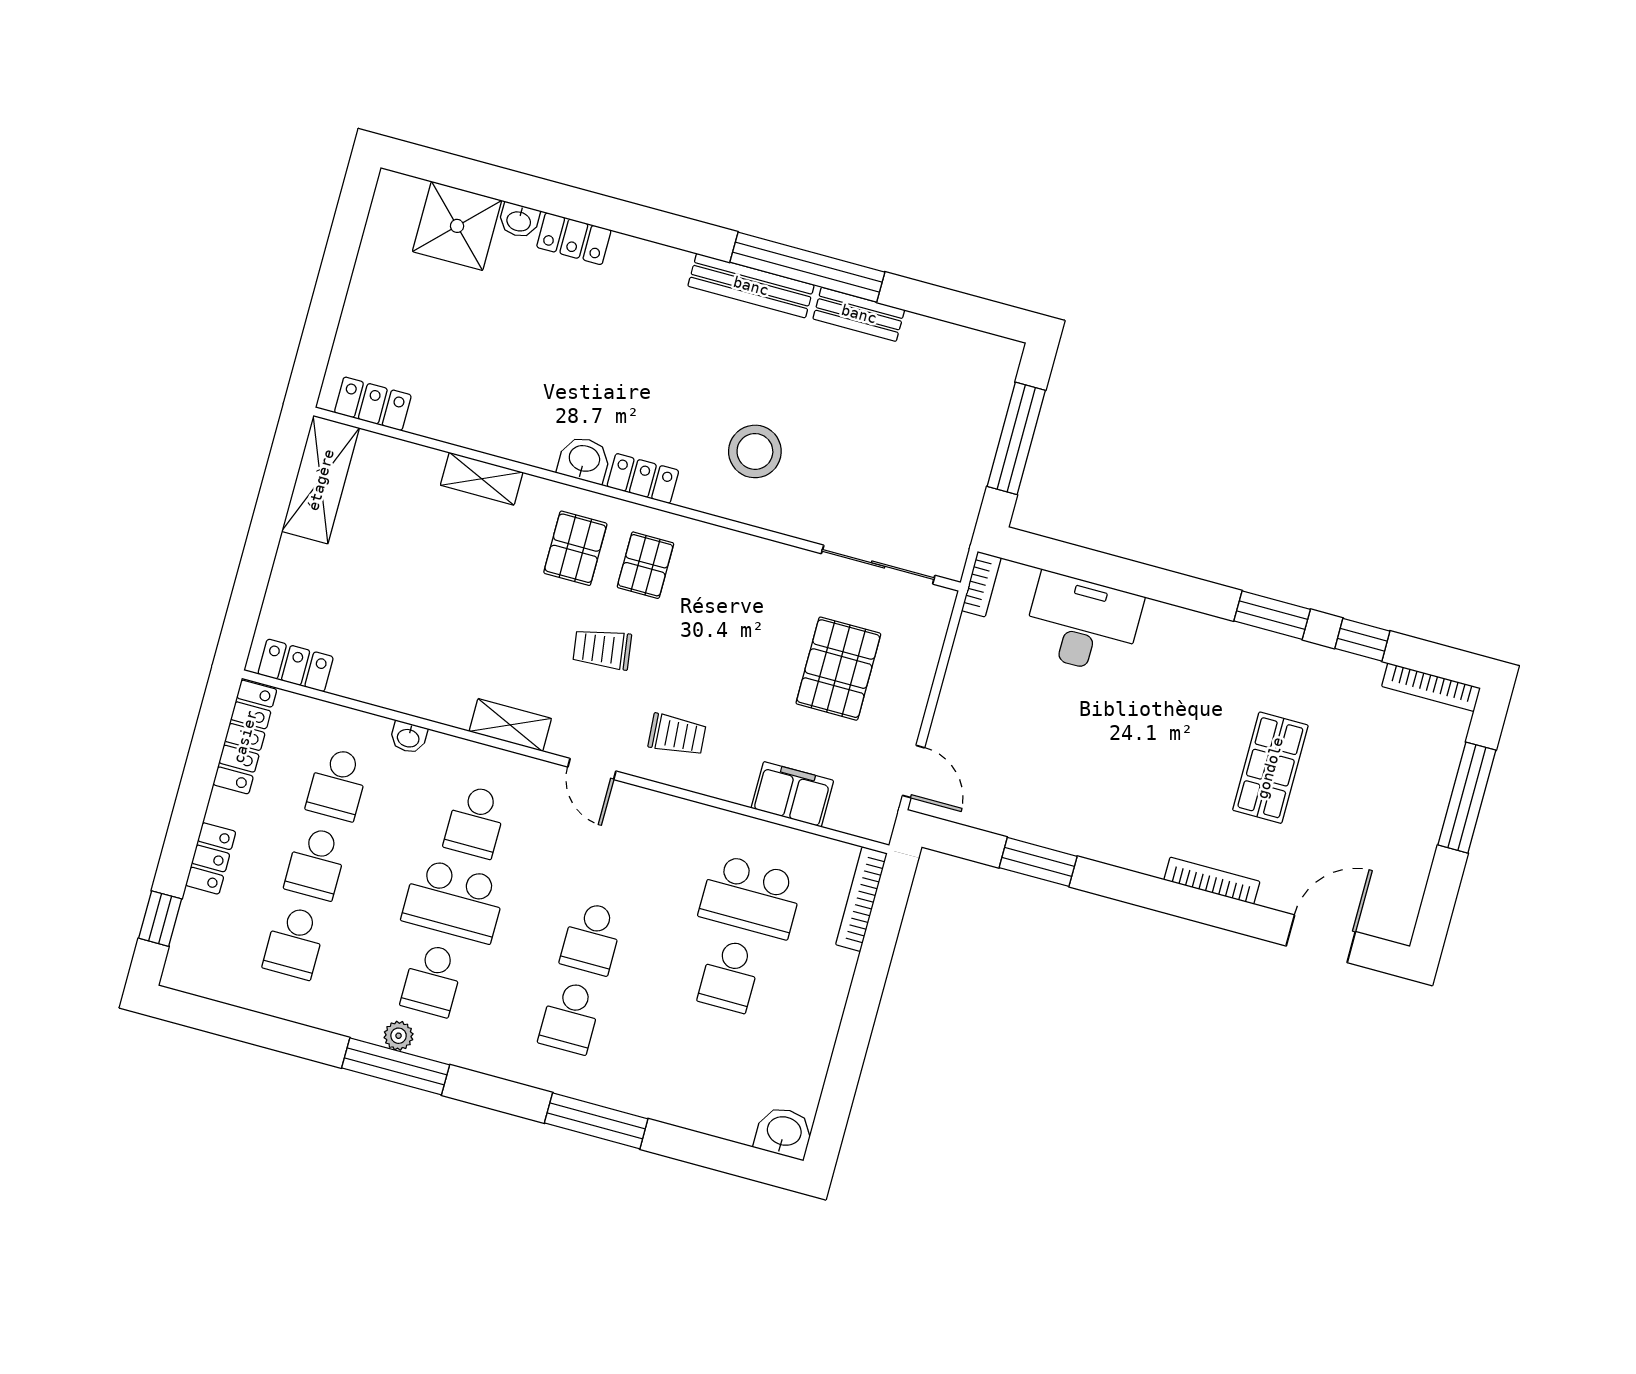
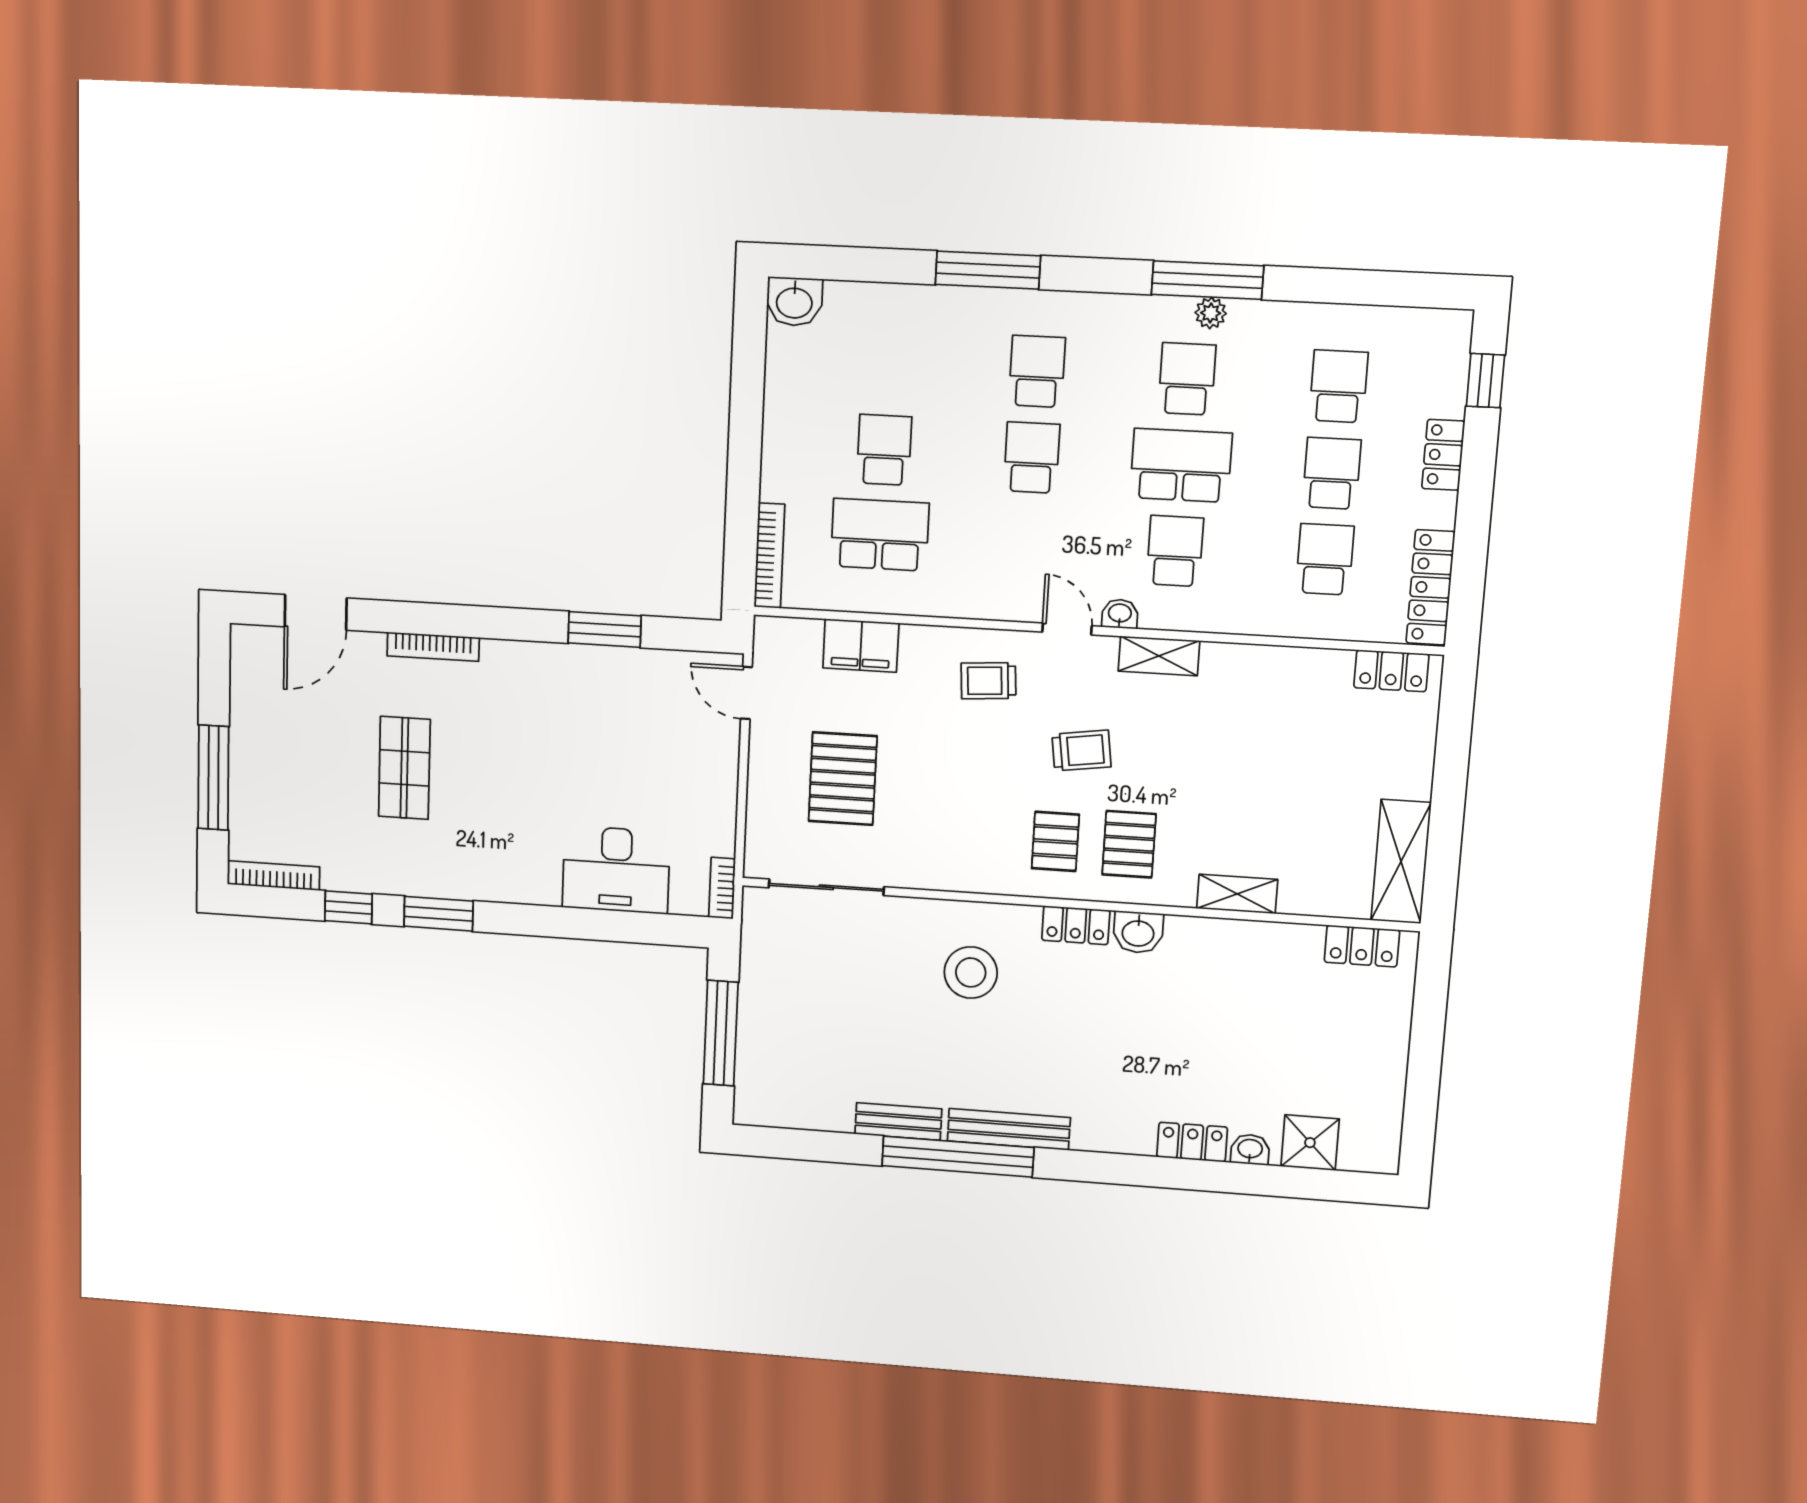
shower: (457, 226) -> (1310, 1143), width x0.73, depth x0.73
washbasin: (408, 737) -> (1120, 614), moved

